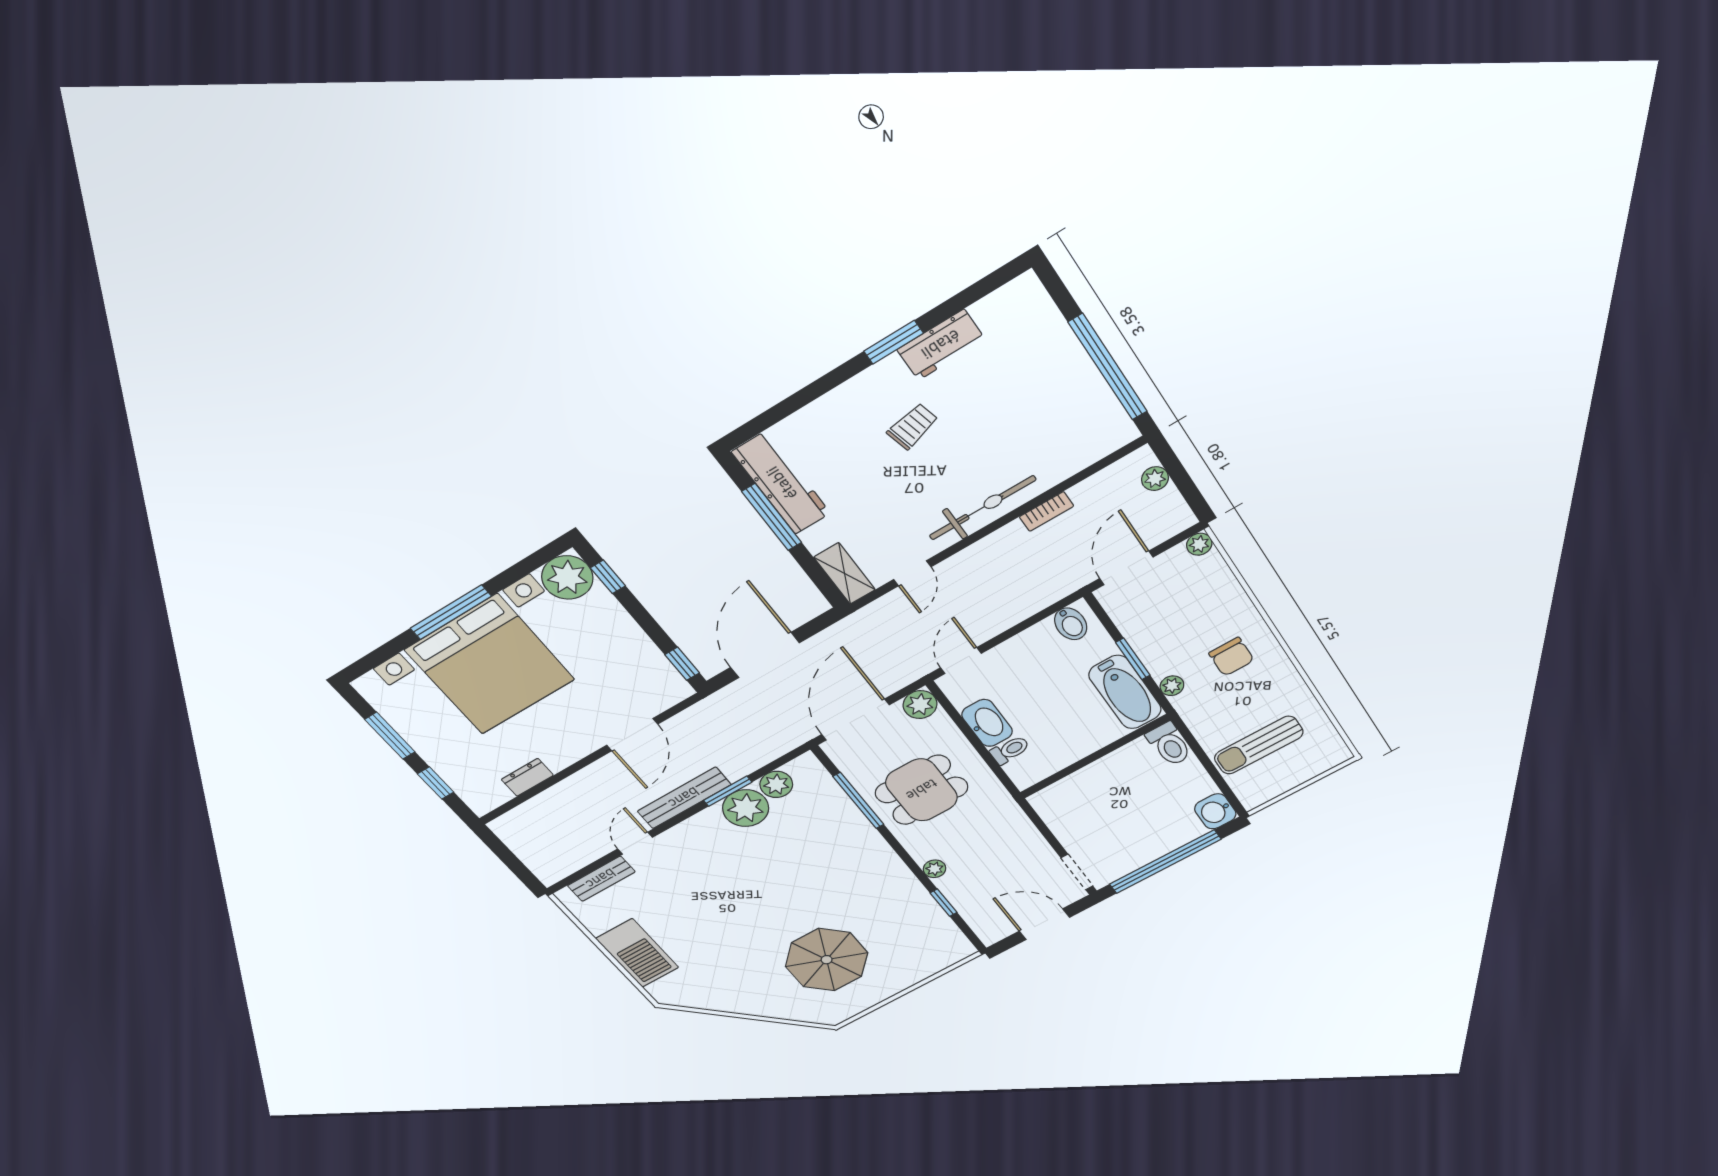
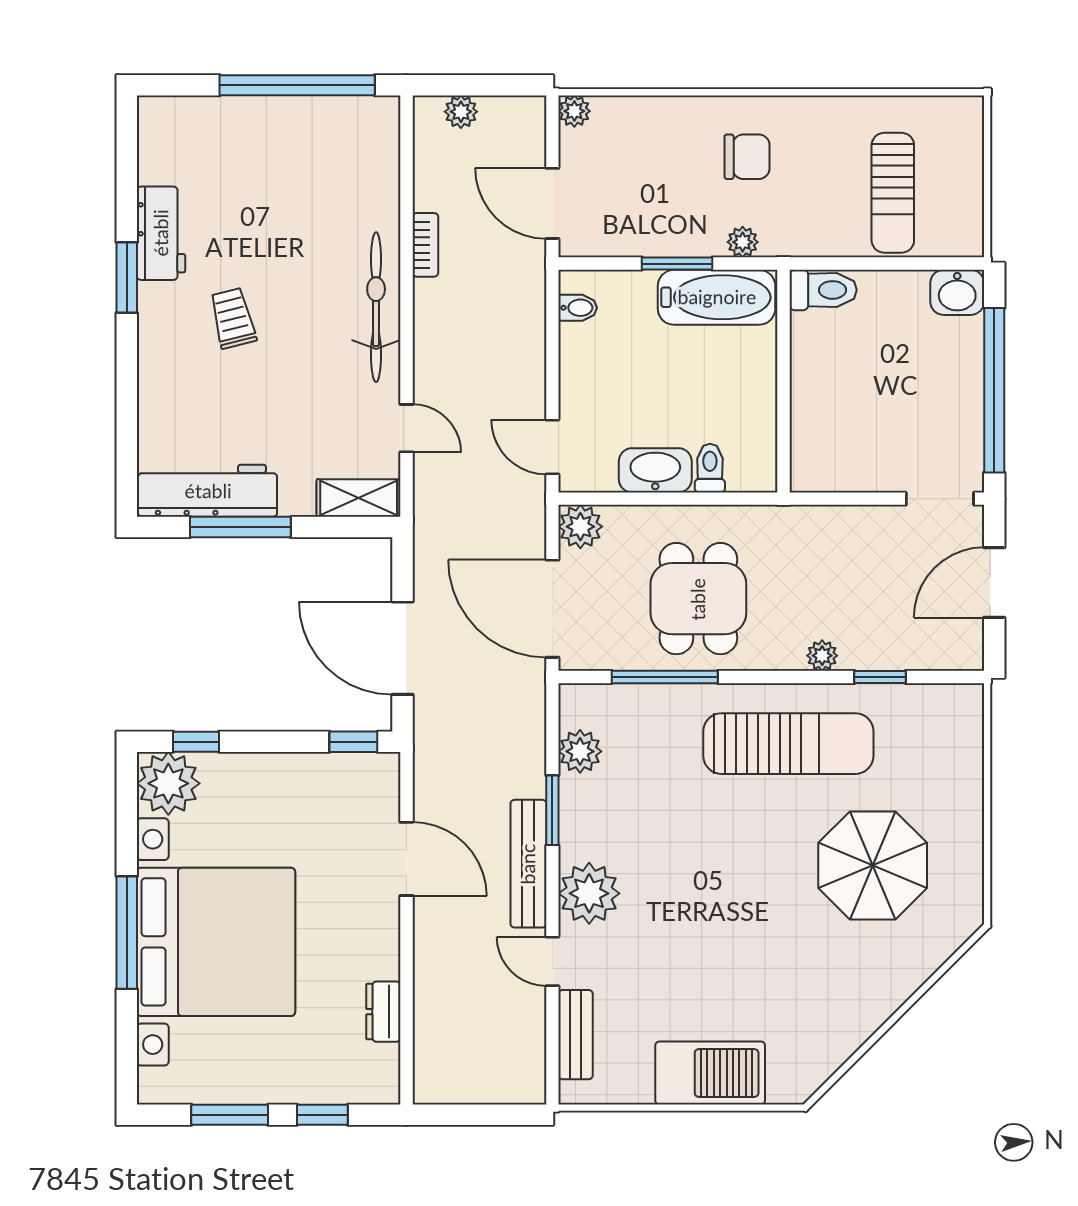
bidet: (1071, 624) -> (578, 308), width x0.72, depth x0.74
plant: (746, 808) -> (589, 893), moved
sun lounger: (867, 882) -> (788, 744), added

